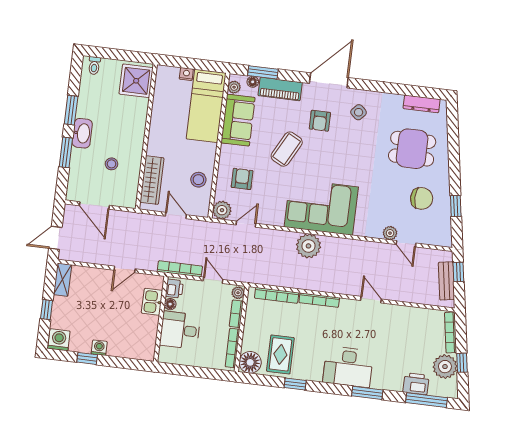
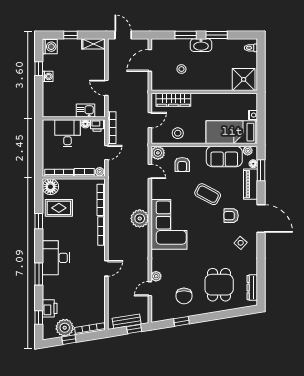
armchair: (242, 179) -> (182, 165), turned 90
window: (427, 400) -> (39, 317), width x0.46

